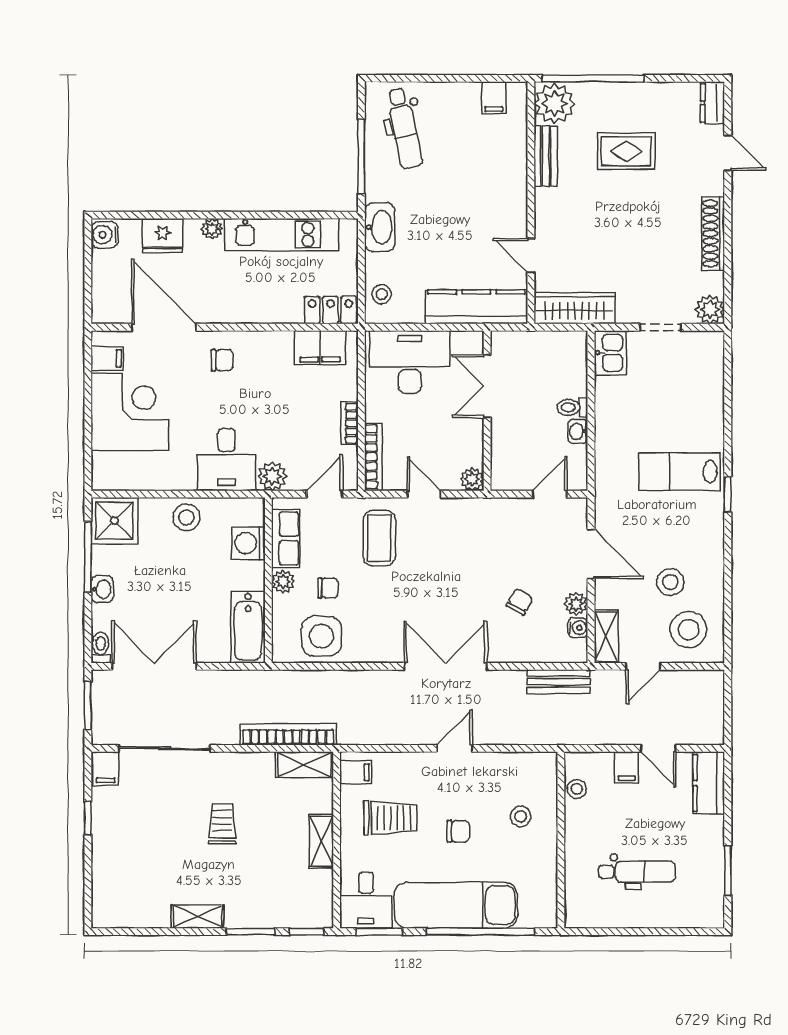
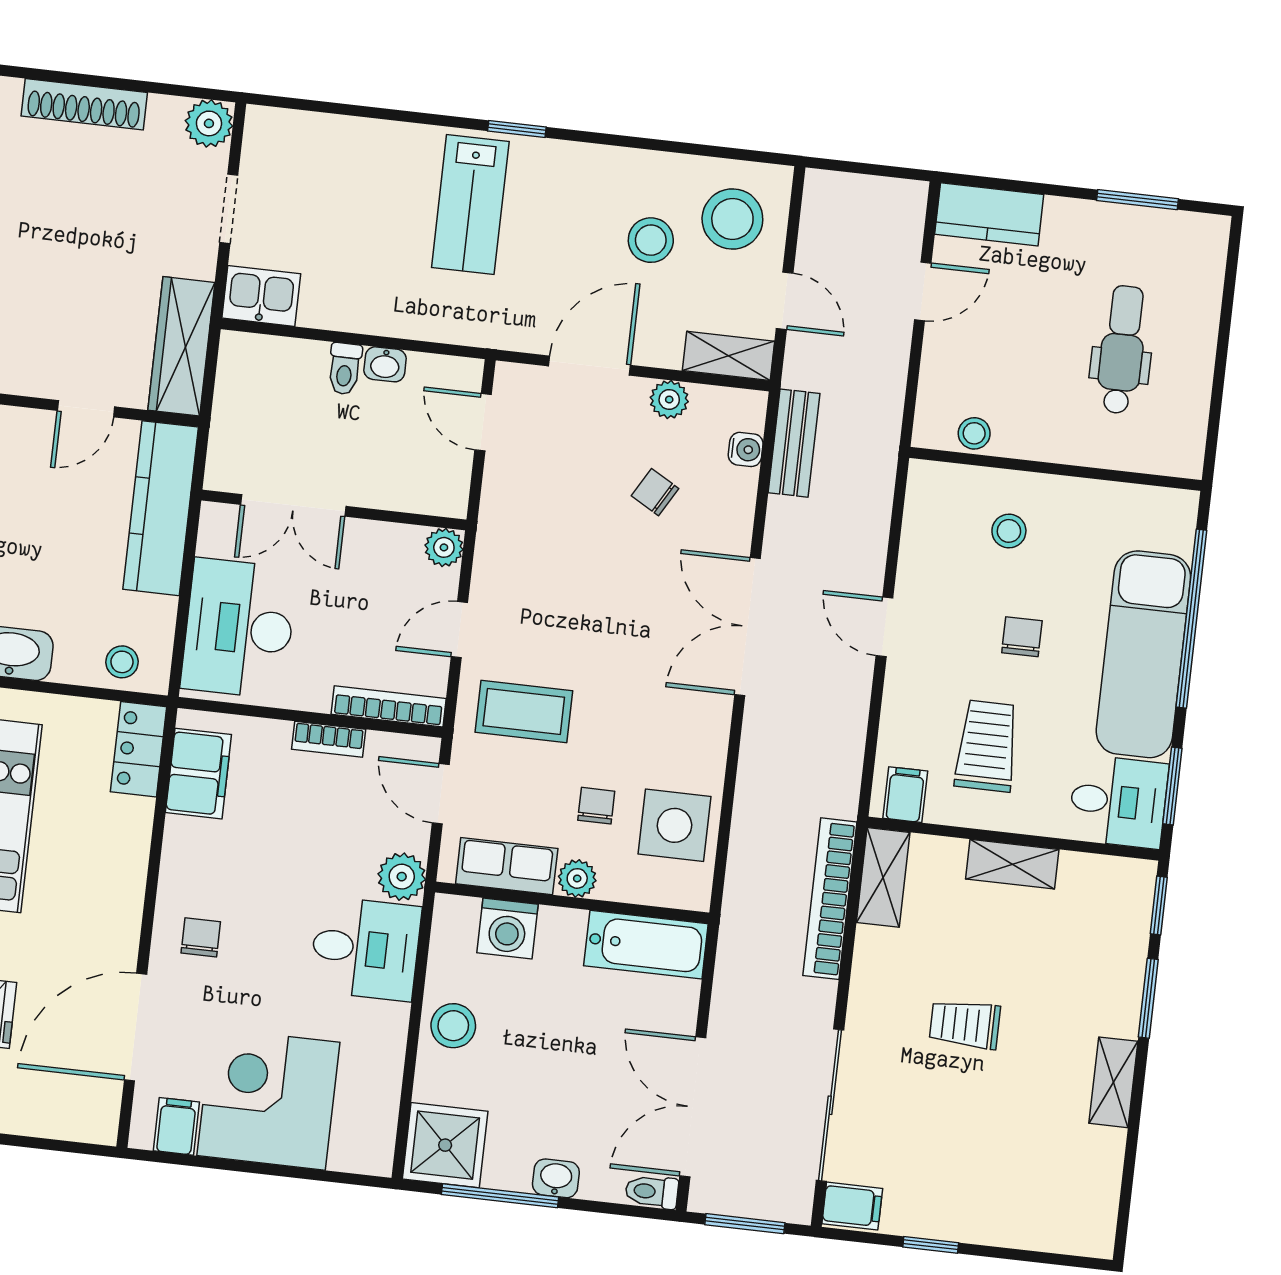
water cooler: (578, 628) -> (746, 449), moved, turned 90
filing cabinet: (627, 767) -> (948, 347), removed

